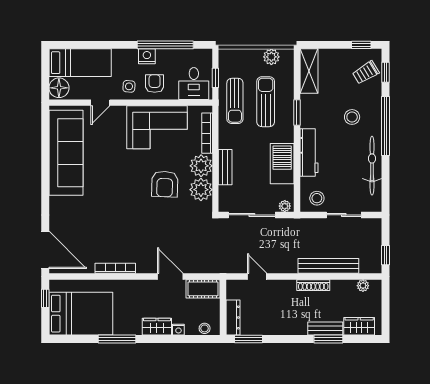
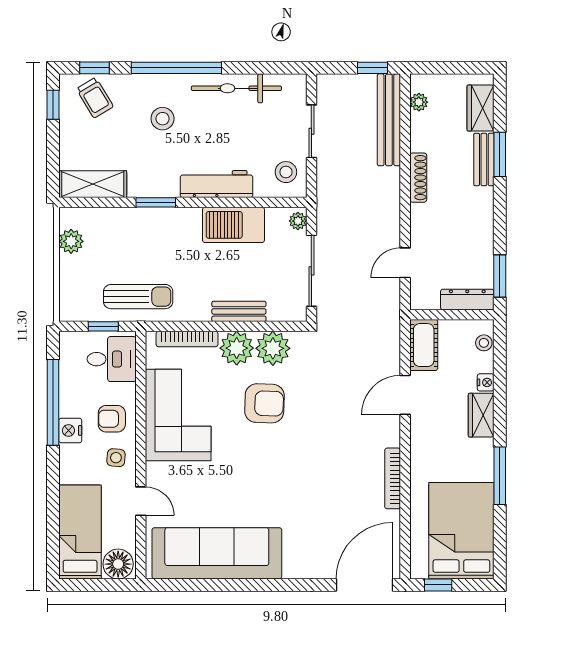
sun lounger: (266, 102) -> (139, 250), removed
bench: (328, 266) -> (389, 120), moved

